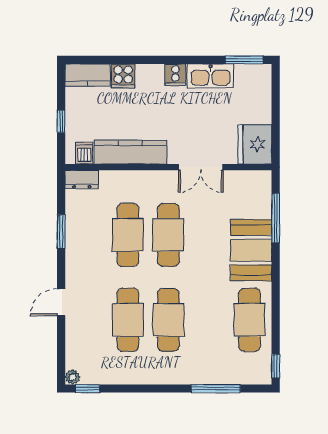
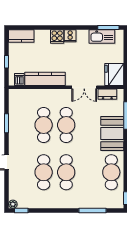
cooker: (123, 76) -> (57, 37), moved
kitchen sink: (210, 76) -> (102, 37), moved
dresser: (82, 179) -> (107, 94), moved

